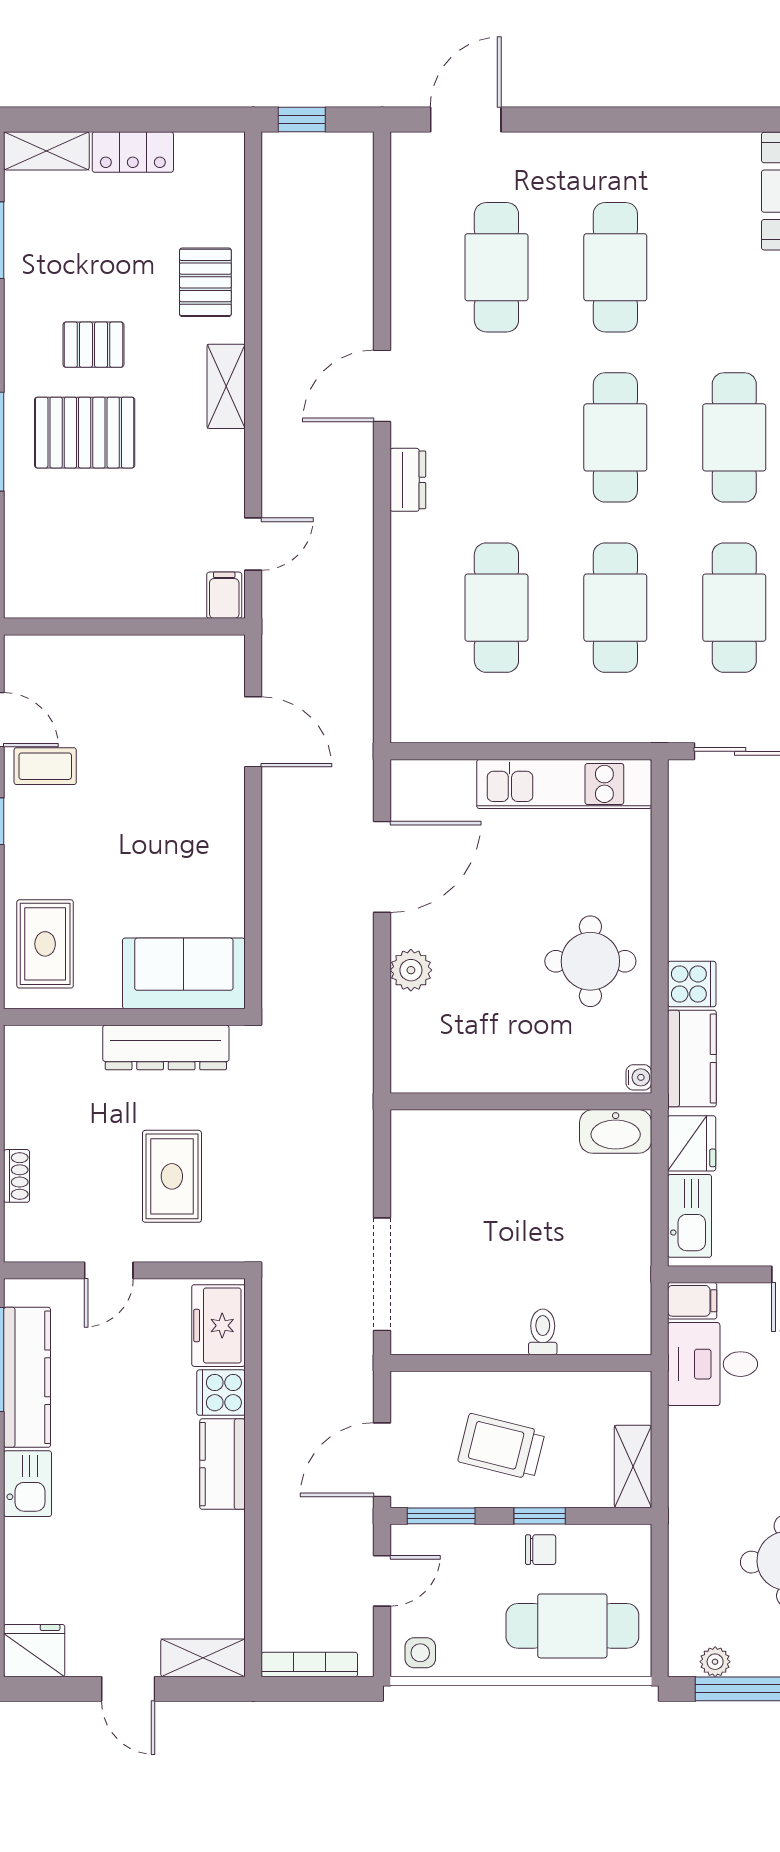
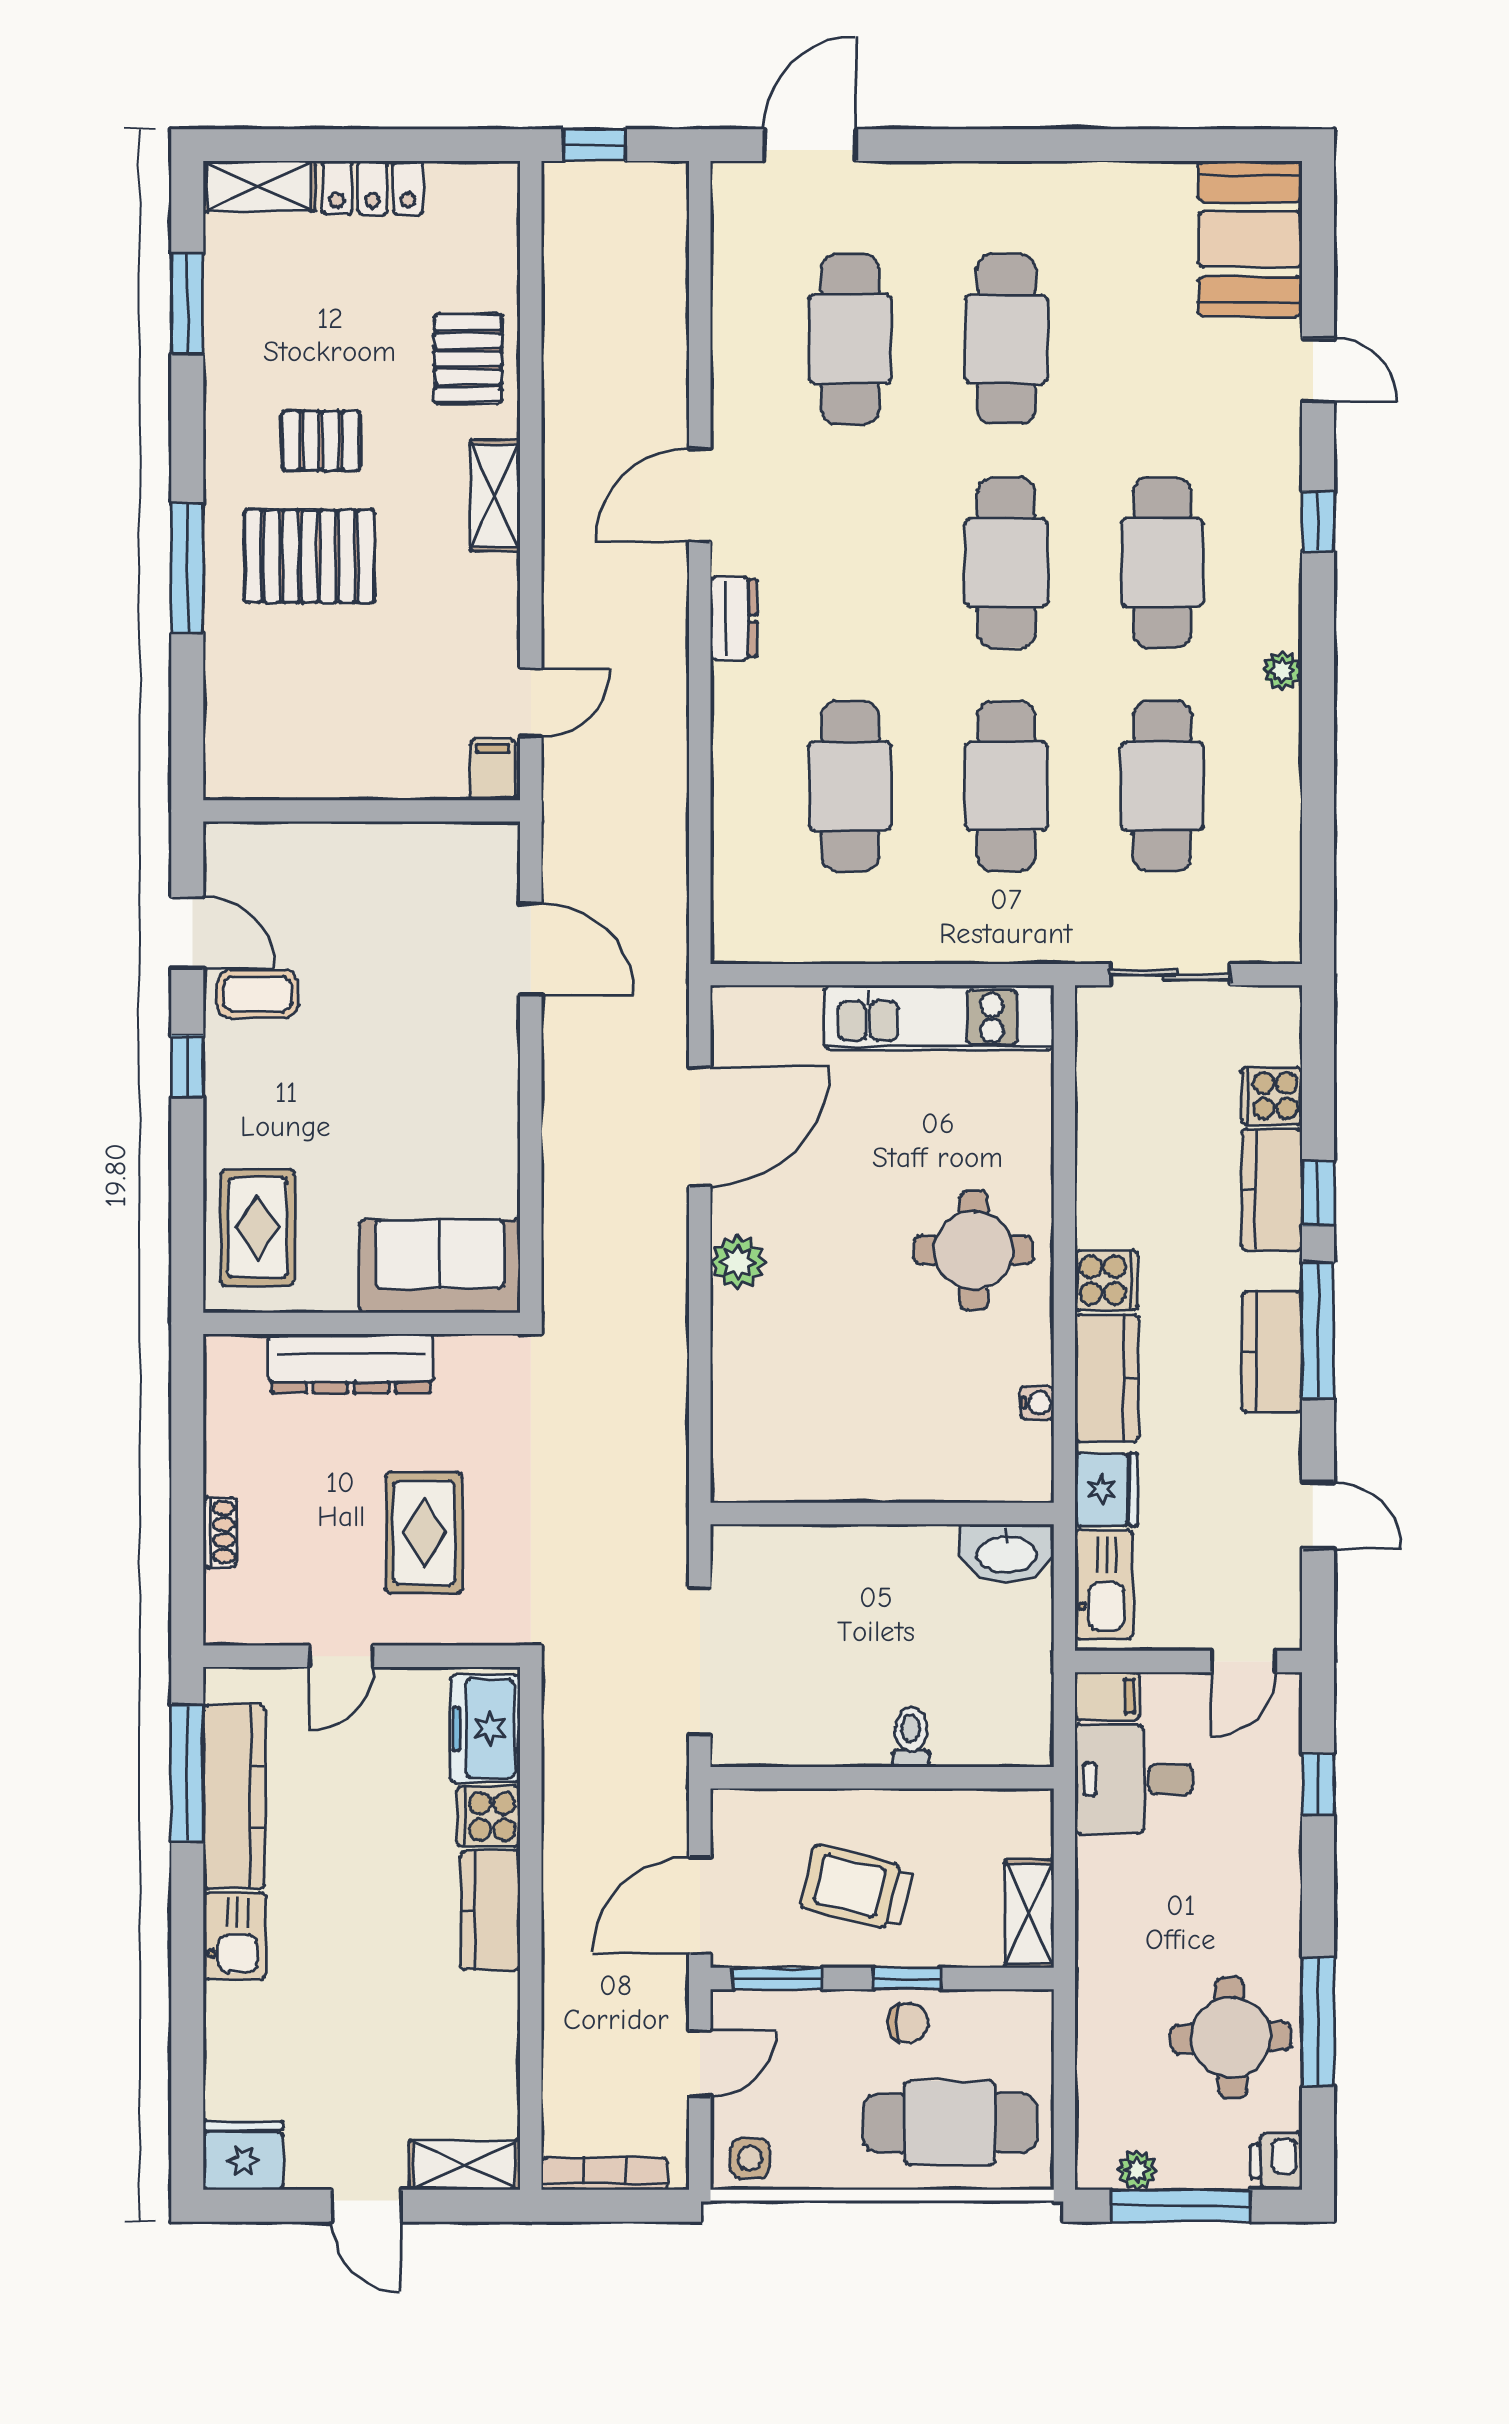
dresser: (166, 1047) -> (351, 1363), moved
wall: (521, 1101) -> (882, 1514), moved
washbasin: (616, 1131) -> (1007, 1553), moved

